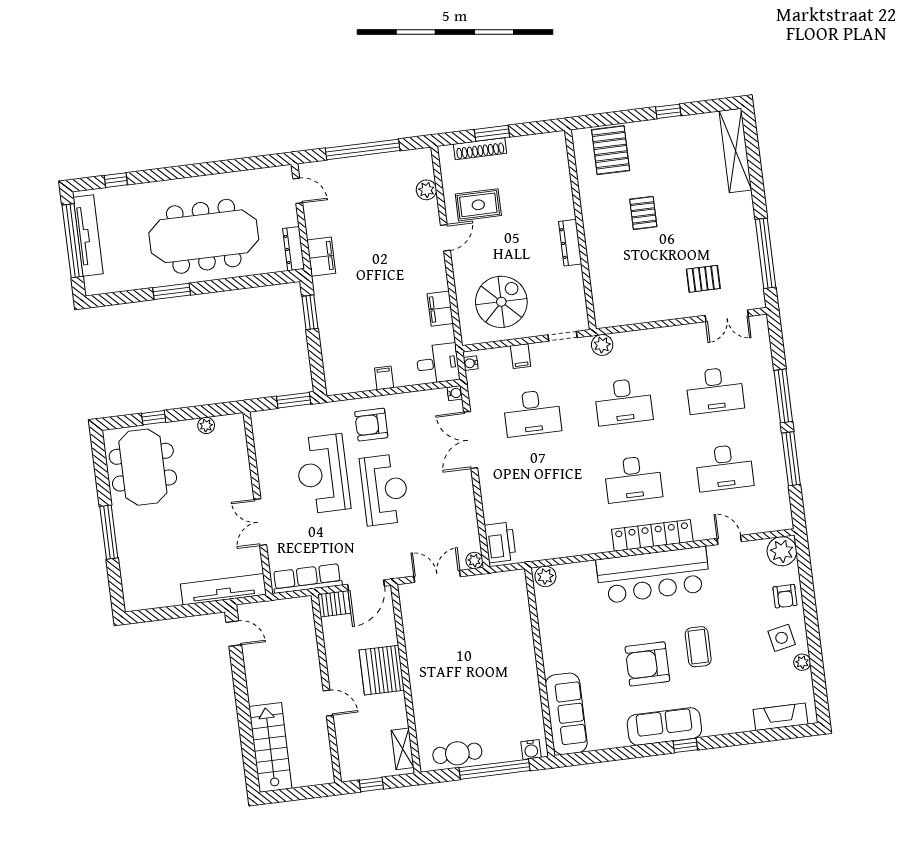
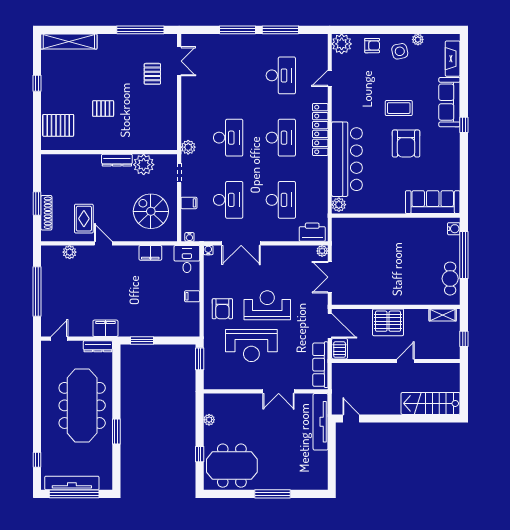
plant: (569, 283) -> (144, 165), added
desk: (715, 390) -> (281, 200), moved
bar counter: (653, 575) -> (347, 159), moved
door: (234, 633) -> (351, 419), hinge flipped
sofa: (664, 726) -> (449, 102), moved

